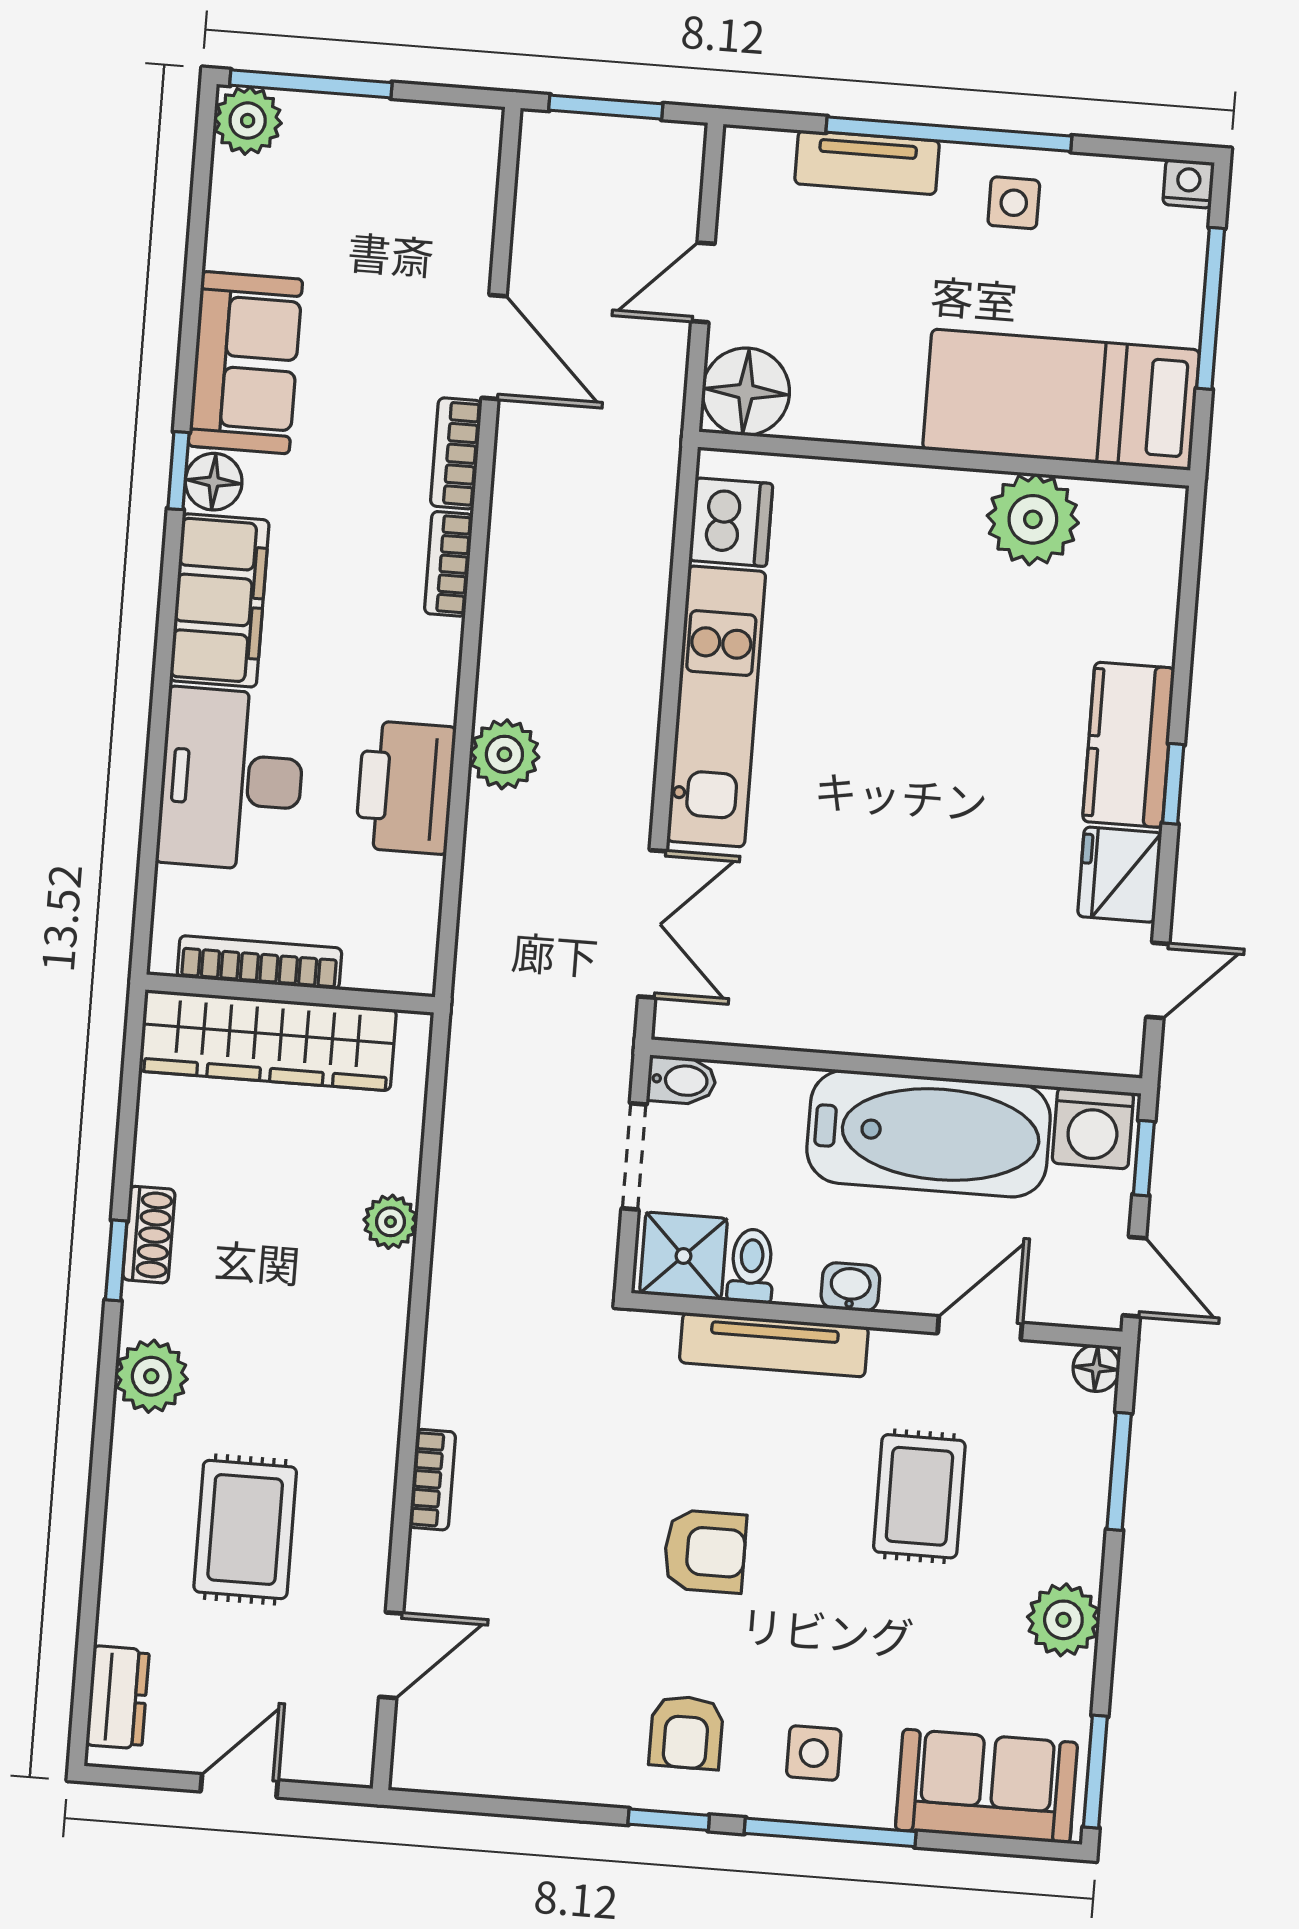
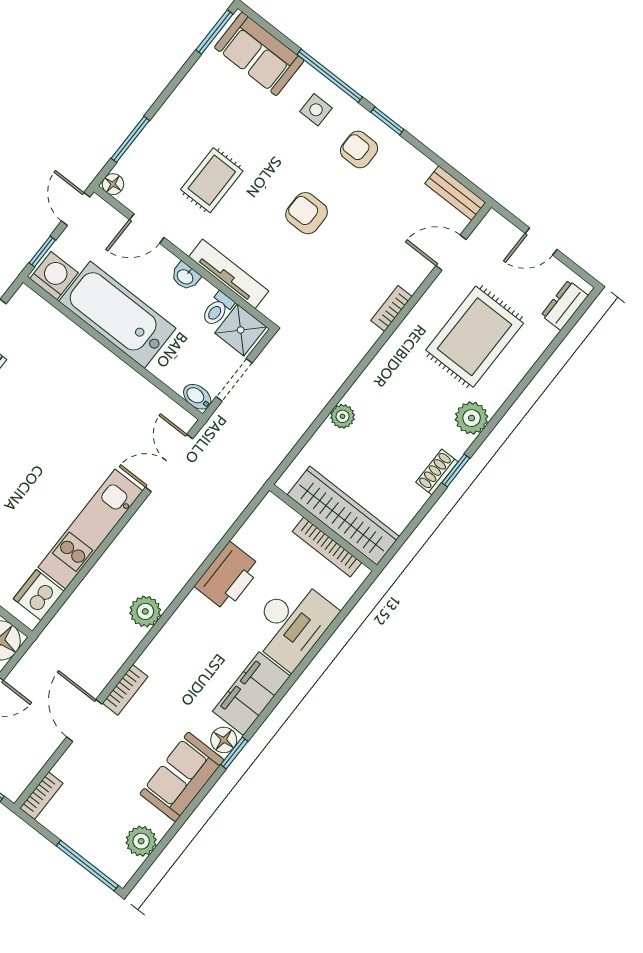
plant: (248, 121) -> (141, 841), moved
bookcase: (449, 564) -> (41, 796), moved
plant: (504, 754) -> (145, 611), moved
rug: (245, 1530) -> (475, 337), width x1.36, depth x1.43
plant: (1063, 1620) -> (188, 97), removed
armchair: (686, 1732) -> (359, 150), turned -90
bench: (456, 1770) -> (455, 193), added

